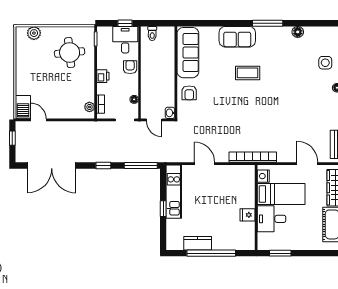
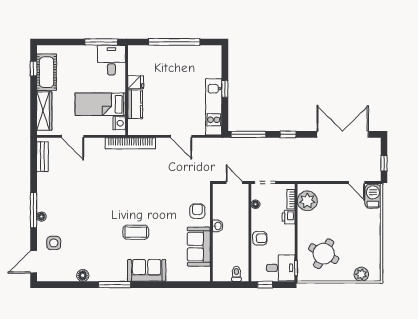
desk: (125, 40) -> (281, 268), moved, turned -90
round table: (70, 53) -> (324, 254), turned 34
sofa: (188, 53) -> (199, 247), width x0.73
armchair: (130, 67) -> (260, 238), turned -91
printer: (103, 76) -> (288, 217), moved
plant: (89, 107) -> (307, 201), width x1.87, depth x1.87
washbasin: (170, 113) -> (218, 226), moved
desk: (272, 219) -> (111, 60), moved, turned -90
kitchen counter: (198, 243) -> (135, 104), moved, turned -90
window: (280, 253) -> (101, 42), width x1.44

